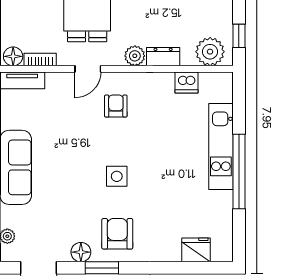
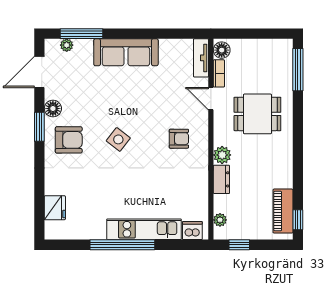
plant: (210, 52) -> (220, 220), width x0.53, depth x0.53
door: (88, 69) -> (211, 99), moved
dishwasher: (186, 82) -> (192, 231), moved, turned 90
side table: (117, 176) -> (118, 139), turned 38

